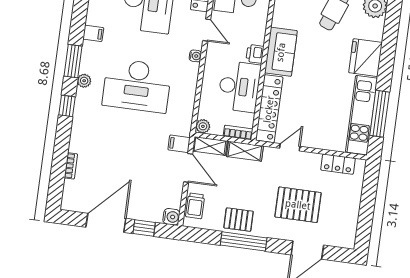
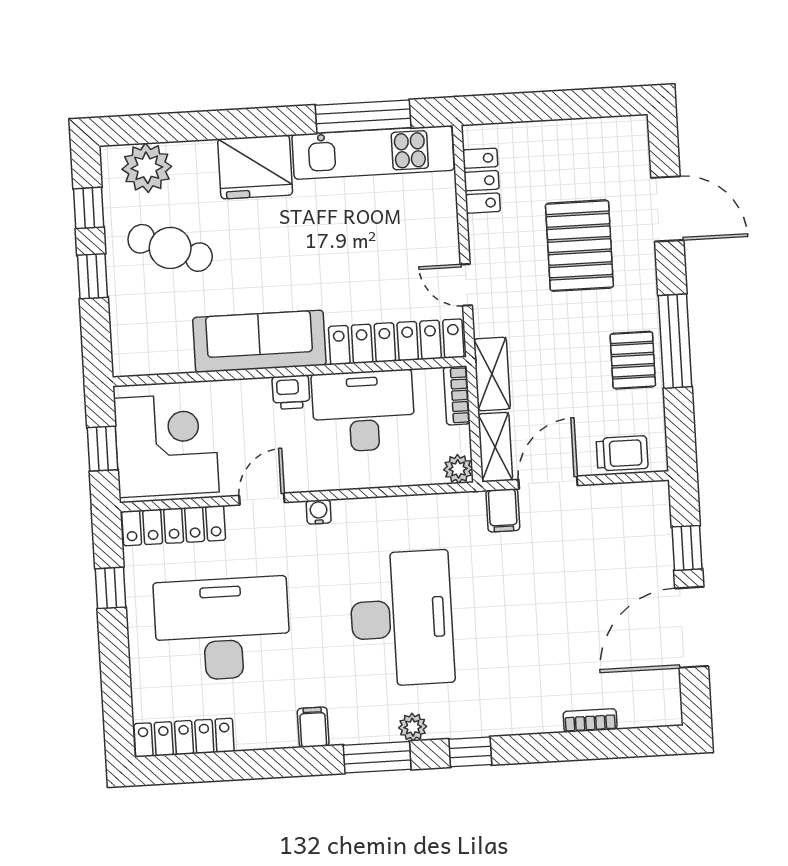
sofa: (281, 52) -> (259, 341), width x1.36
water cooler: (171, 217) -> (654, 497), removed
door: (106, 223) -> (692, 627), hinge flipped

